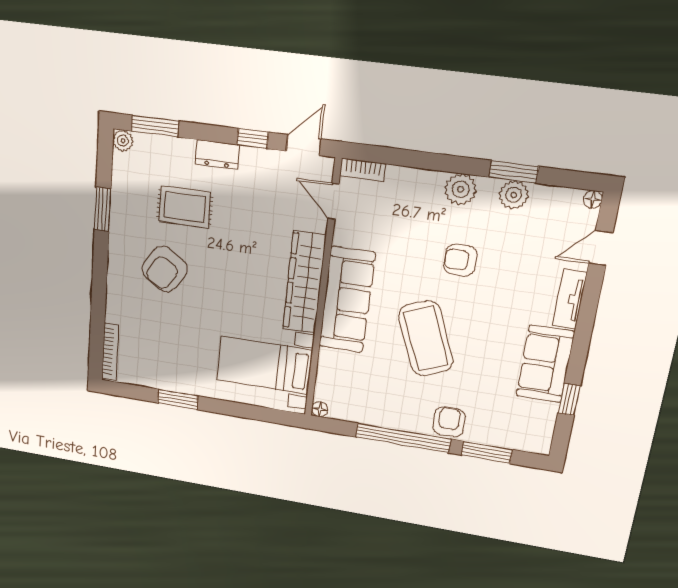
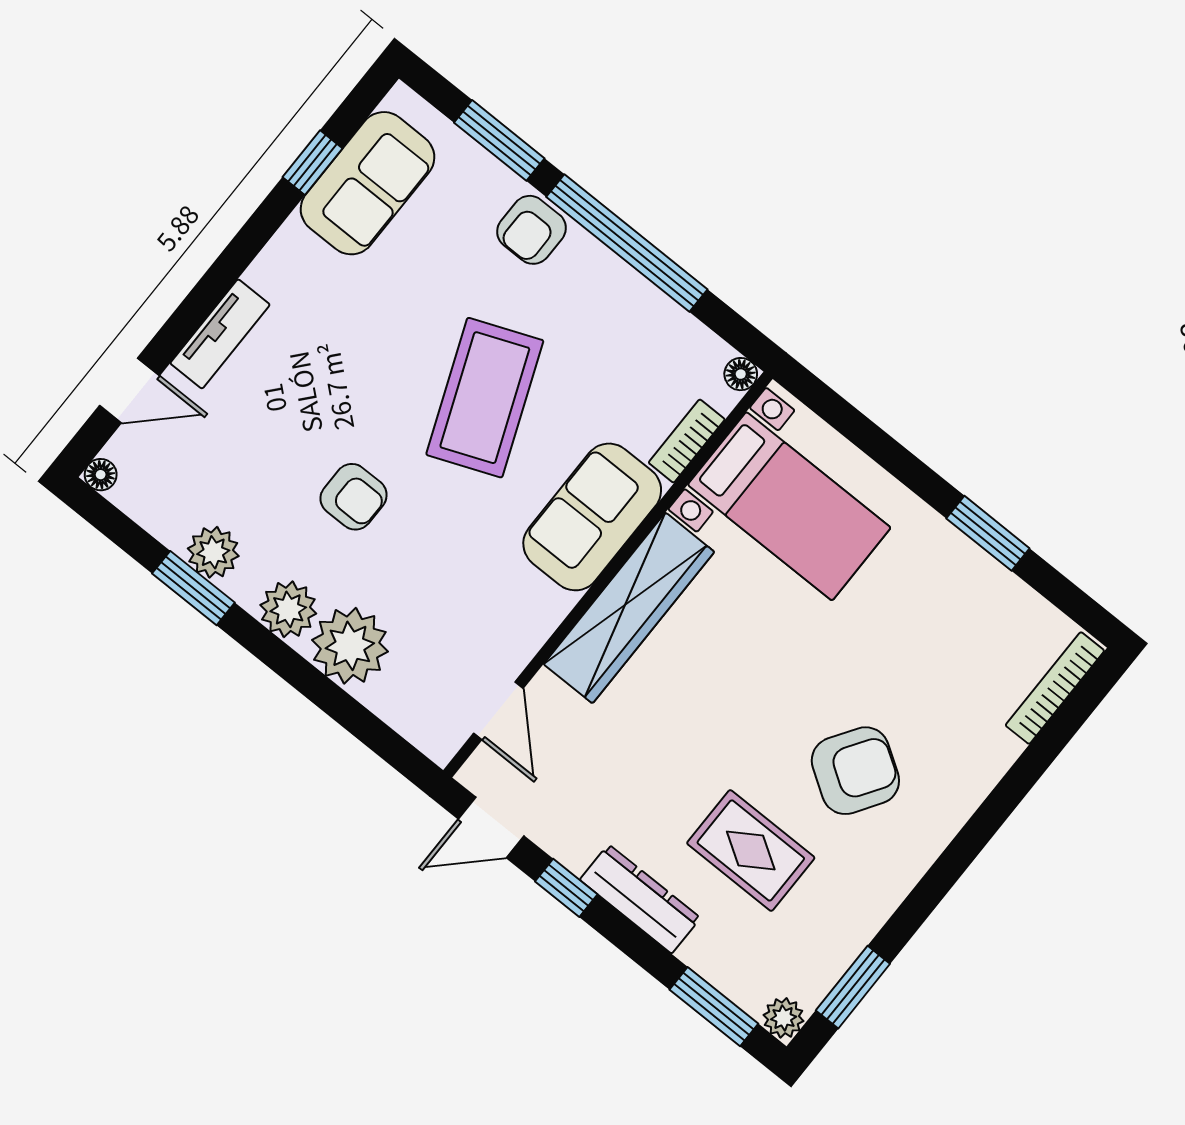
dresser: (217, 155) -> (640, 899), width x1.44
bookcase: (363, 170) -> (687, 441), moved, turned -90
plant: (421, 190) -> (350, 646), added
window: (102, 209) -> (853, 987), moved
sofa: (347, 300) -> (592, 517), width x0.73
sofa: (545, 364) -> (367, 183), moved

